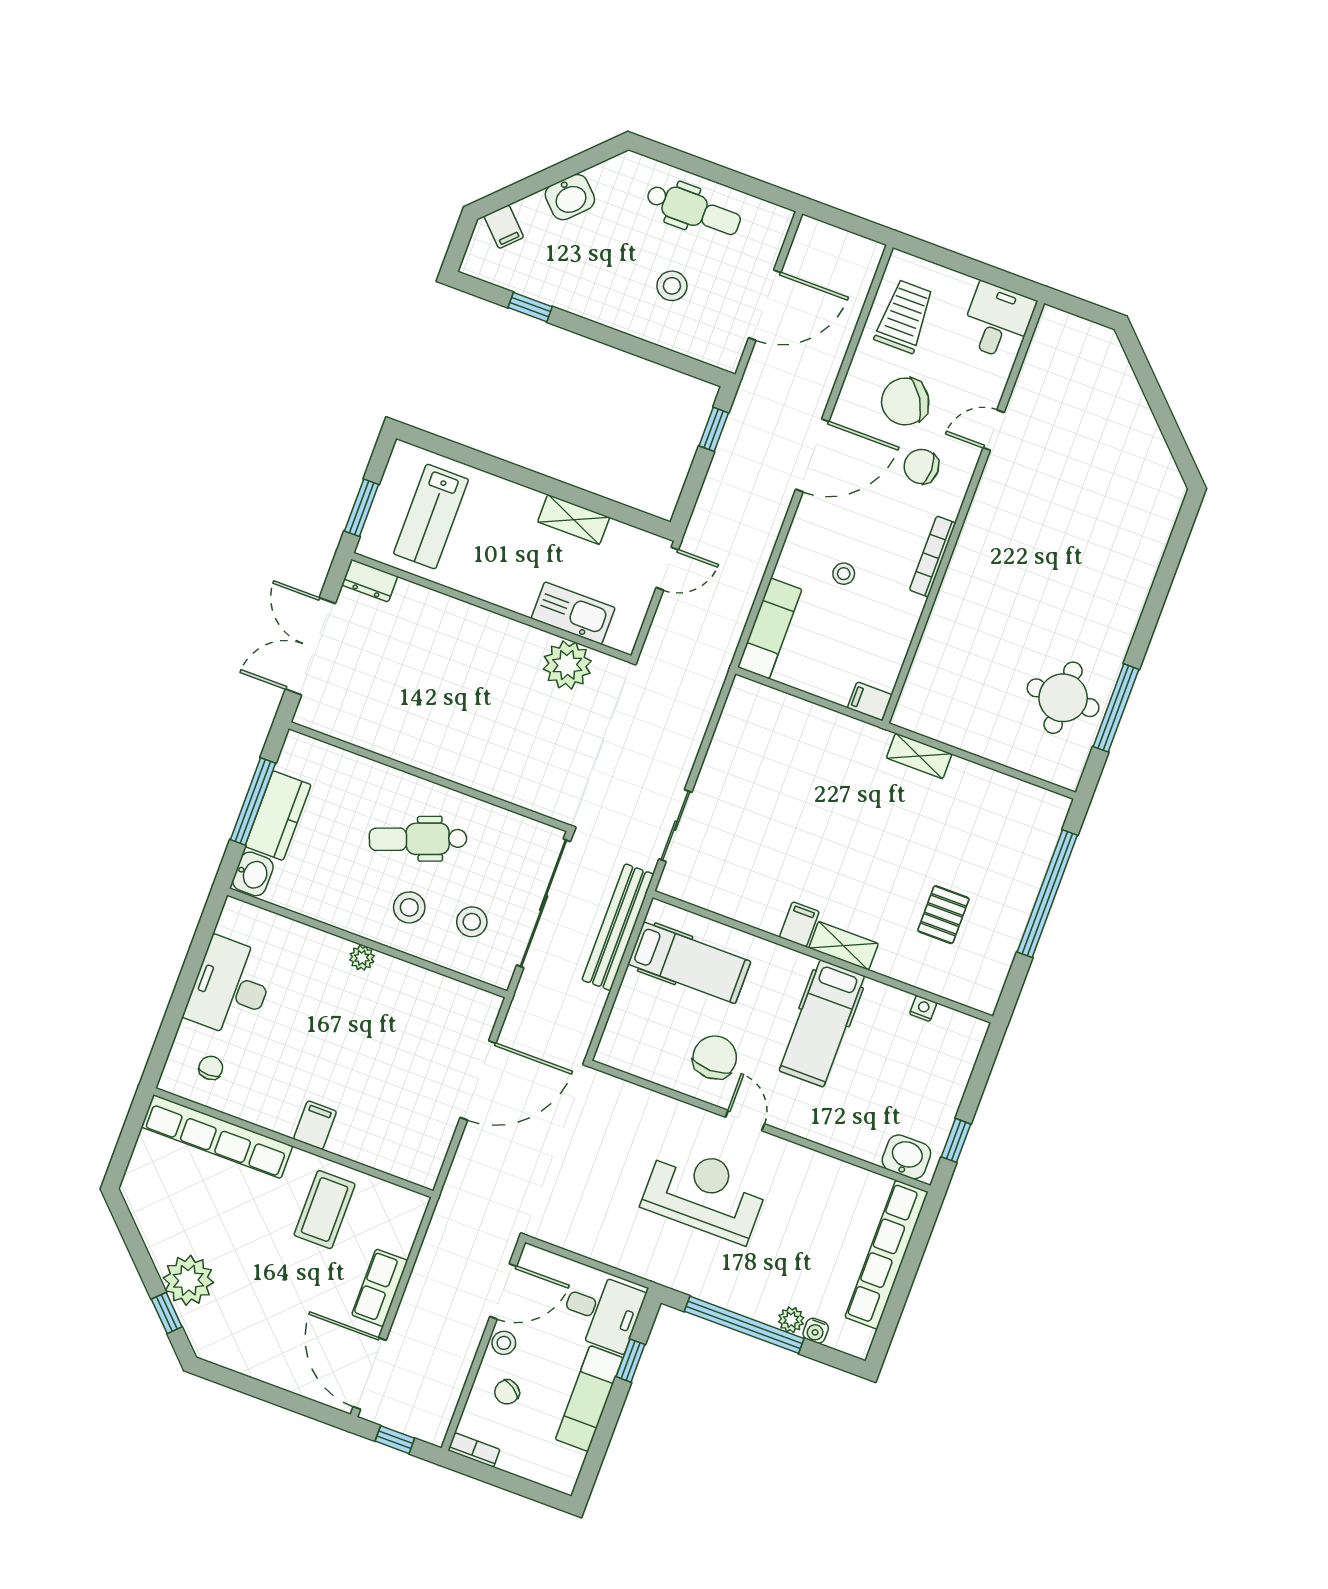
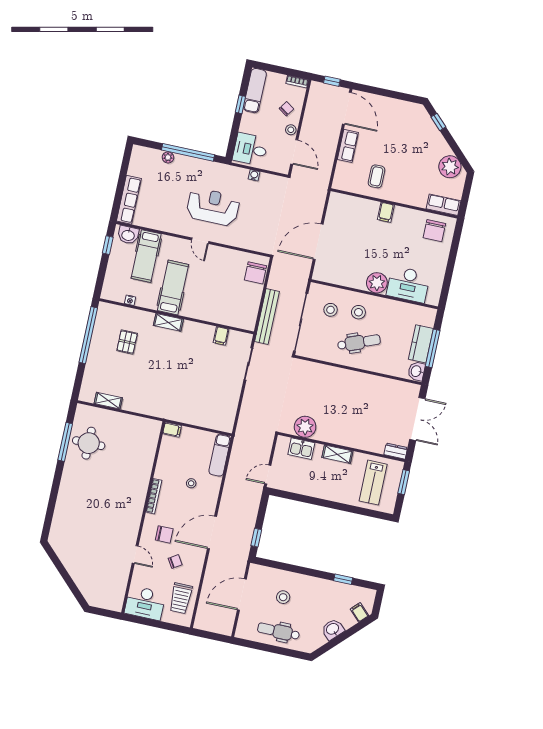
desk: (998, 321) -> (145, 603), width x1.37
chair: (905, 401) -> (175, 562), width x0.54, depth x0.54
door: (994, 430) -> (135, 555), hinge flipped
lab bench: (431, 517) -> (373, 483), turned 180
shelving: (574, 520) -> (337, 454), moved
kitchen sink: (573, 613) -> (301, 449), width x0.73
shelving: (919, 756) -> (108, 401), moved
washbasin: (253, 874) -> (416, 371), moved
window: (1047, 894) -> (88, 335), moved
filing cabinet: (799, 924) -> (221, 336), moved
plant: (362, 958) -> (377, 283), width x1.88, depth x1.88
hospital bed: (689, 963) -> (146, 256), moved, turned -90
desk: (230, 987) -> (408, 284), moved, turned 90
chair: (715, 1057) -> (255, 273), moved
chair: (211, 1068) -> (434, 231), width x1.87, depth x1.87
row of seats: (217, 1137) -> (444, 205), width x0.50
reception desk: (705, 1193) -> (213, 207), turned 180
coffee table: (325, 1210) -> (377, 176), width x0.73, depth x0.77
row of seats: (887, 1255) -> (129, 200), width x0.73
plant: (188, 1280) -> (450, 167), moved
door: (503, 1291) -> (294, 152), swing flipped
water cooler: (816, 1331) -> (254, 175), moved
window: (630, 1361) -> (240, 104), moved
exam couch: (589, 1399) -> (255, 91), moved

